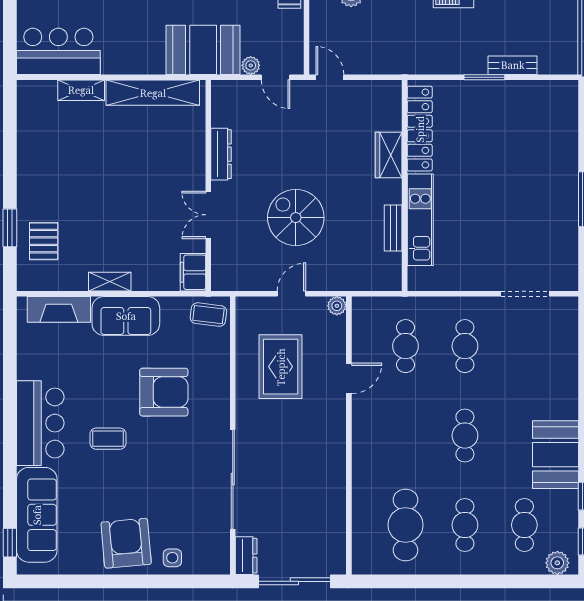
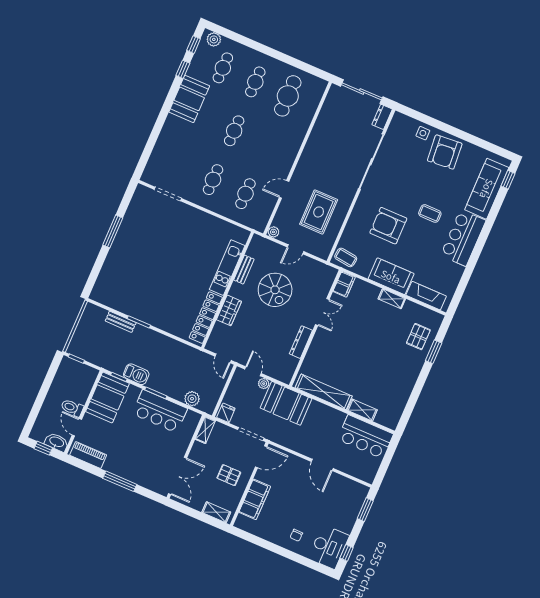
locker: (420, 129) -> (206, 318), moved
wardrobe: (389, 155) -> (229, 310), moved
wall: (405, 185) -> (227, 290), moved
kitchen unit: (420, 220) -> (227, 268), moved
bench: (393, 228) -> (244, 270), moved

